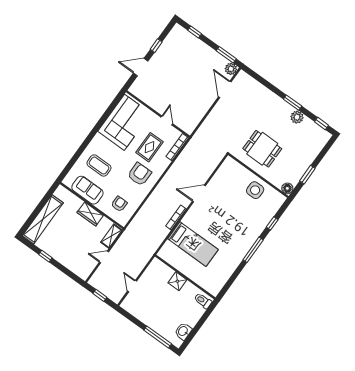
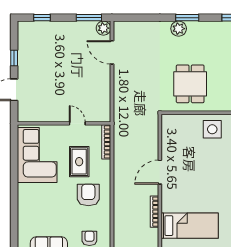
plant: (297, 117) -> (179, 29), moved
dining table: (262, 149) -> (190, 84), turned 90
coffee table: (99, 166) -> (43, 215), removed

